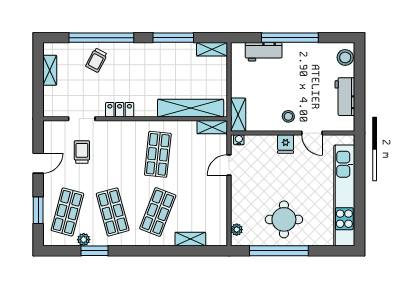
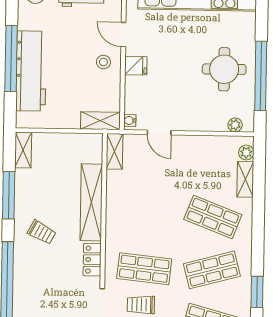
workbench: (264, 52) -> (31, 71), width x1.88, depth x1.32
trolley: (96, 60) -> (42, 232), moved
shelving: (191, 108) -> (91, 202), moved
door: (312, 133) -> (123, 35), swing flipped
shop shelf: (158, 154) -> (144, 269), moved
plant: (84, 240) -> (246, 153), moved

